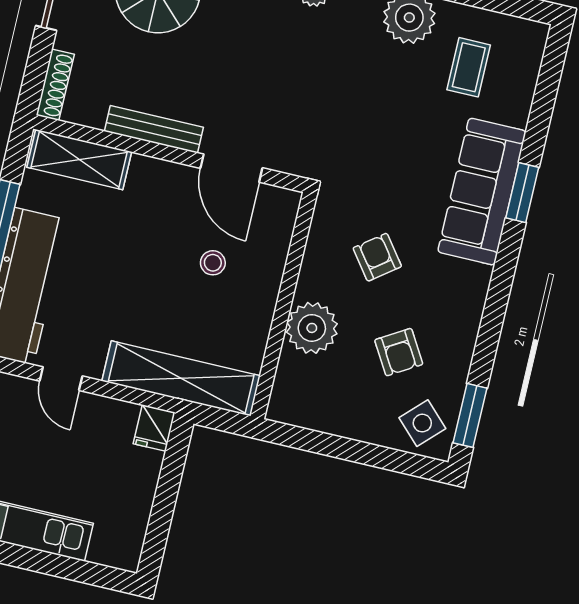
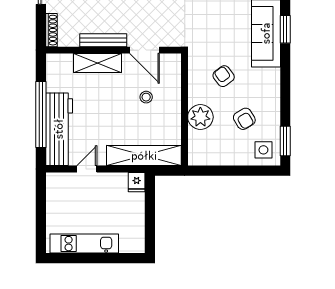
shelving: (79, 160) -> (98, 63), moved
door: (61, 379) -> (87, 169), swing flipped
side table: (422, 423) -> (263, 150), turned 45

